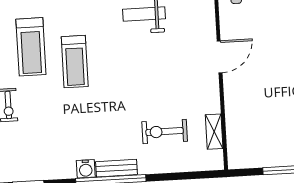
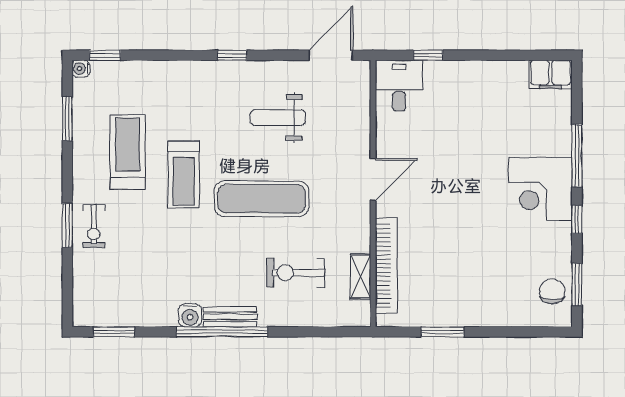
treadmill: (31, 47) -> (128, 152), turned 180
exercise mat: (135, 77) -> (262, 199), added
bookcase: (233, 122) -> (386, 266), added

